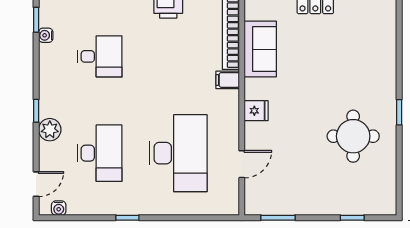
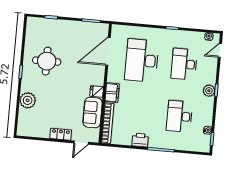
desk: (100, 56) -> (179, 116), width x1.37
plant: (382, 61) -> (28, 100), added
filing cabinet: (228, 80) -> (112, 93), width x2.00
fridge: (256, 111) -> (97, 91), moved
plant: (50, 130) -> (209, 91), moved
door: (242, 164) -> (108, 51), width x1.87

